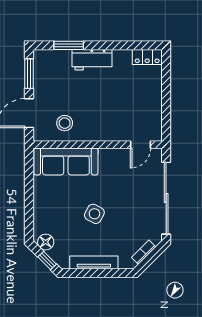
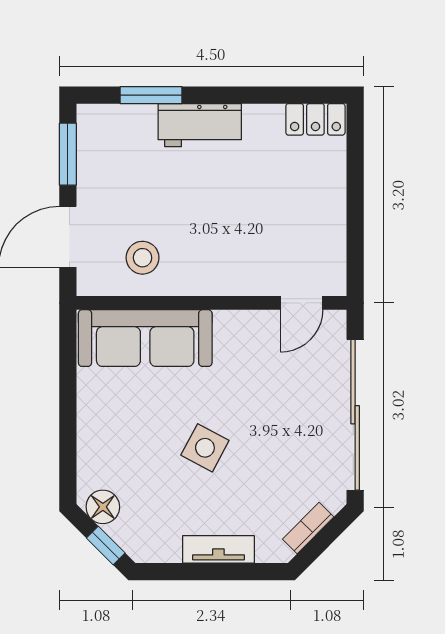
tv unit: (94, 262) -> (218, 549), width x0.71

